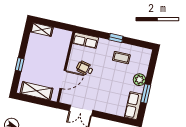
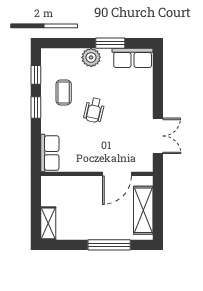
window: (136, 43) -> (36, 75), added
window: (20, 64) -> (109, 245), width x2.17
wheelchair: (85, 68) -> (94, 110), moved
door: (63, 79) -> (117, 174), swing flipped

